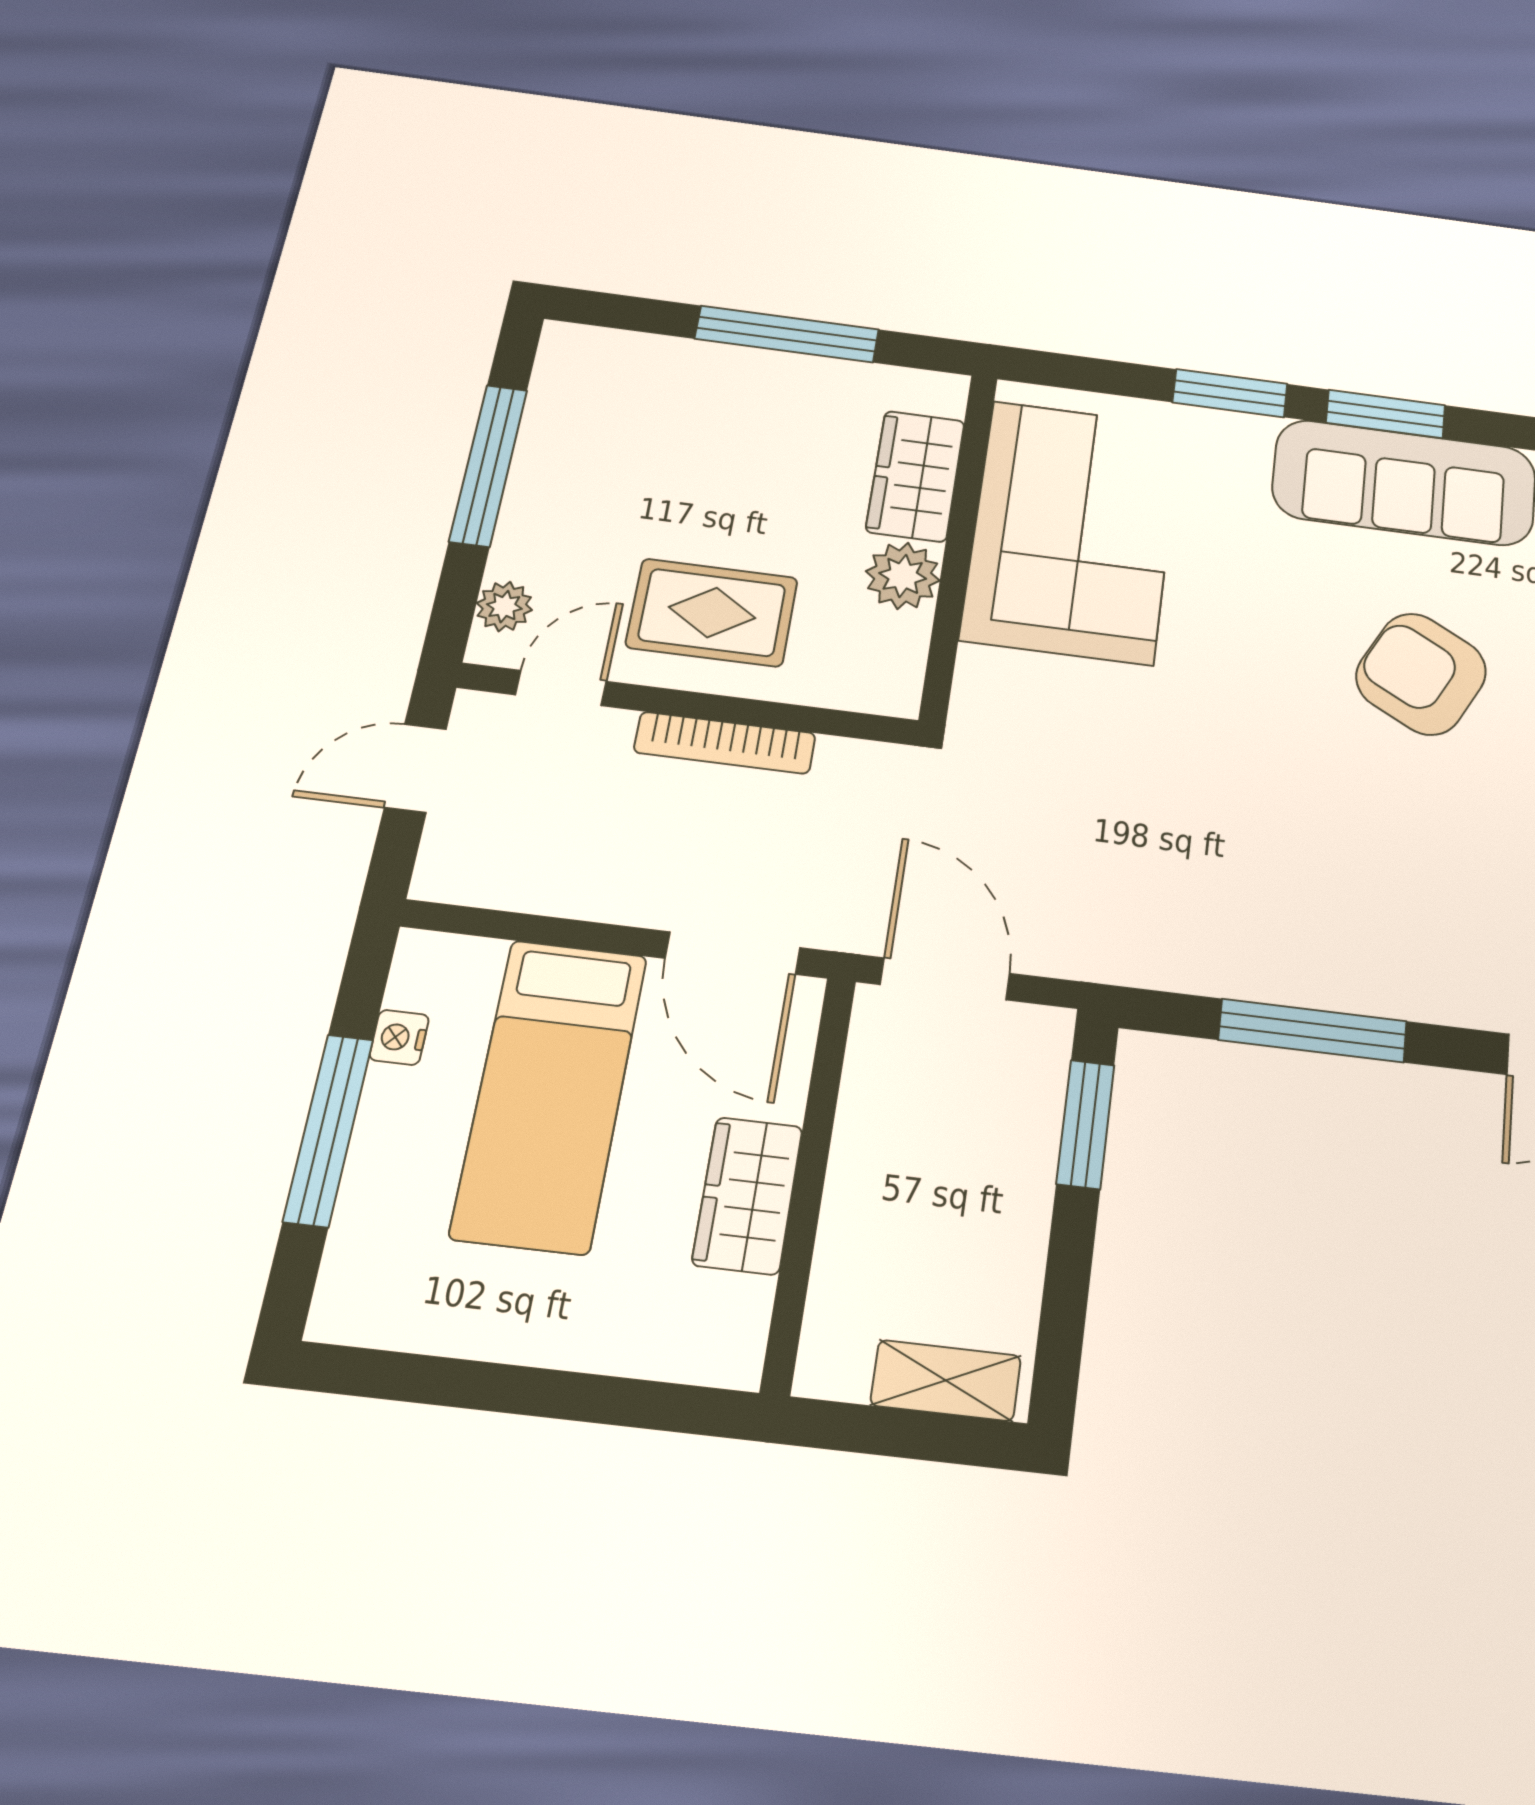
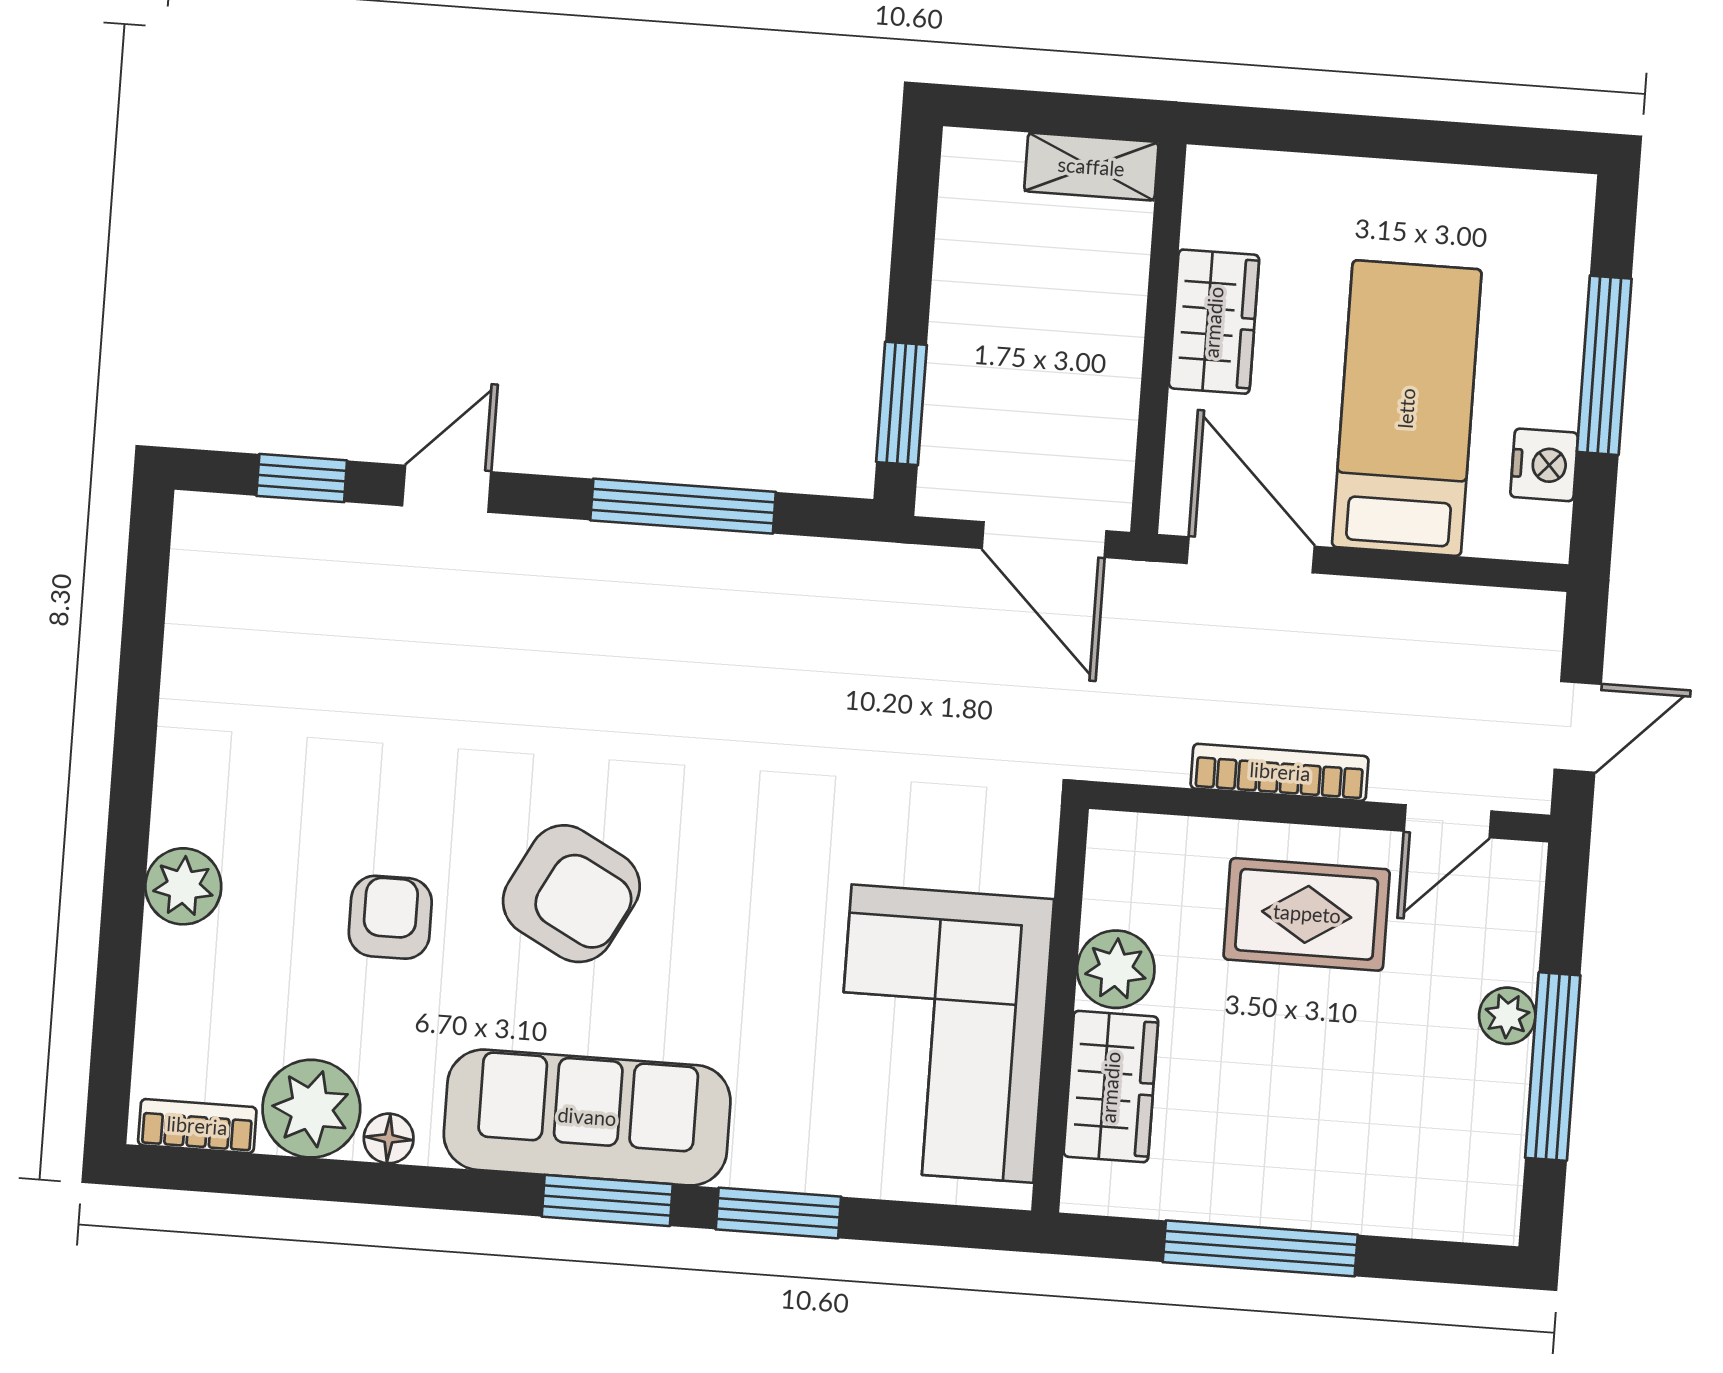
plant: (504, 607) -> (1507, 1016), moved
nightstand: (399, 1037) -> (1544, 465), width x1.39, depth x1.35
shelving: (946, 1380) -> (1091, 167), moved

